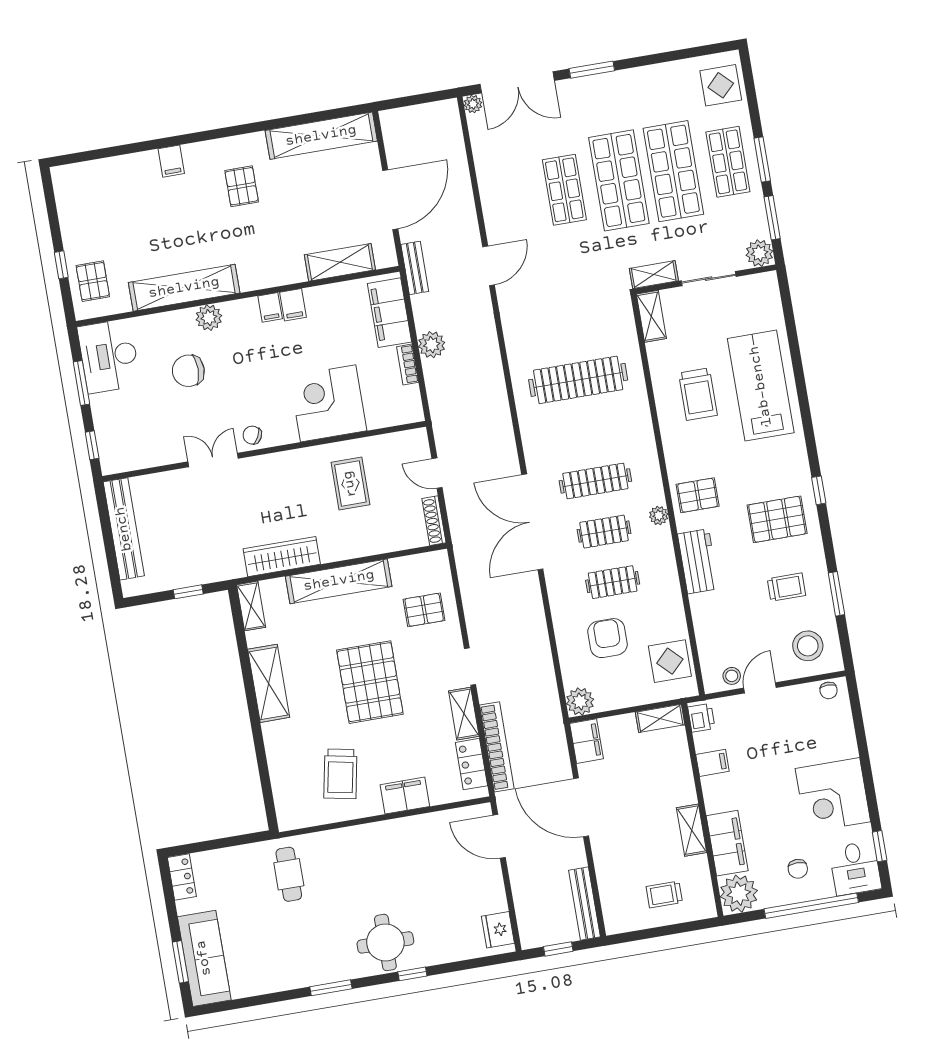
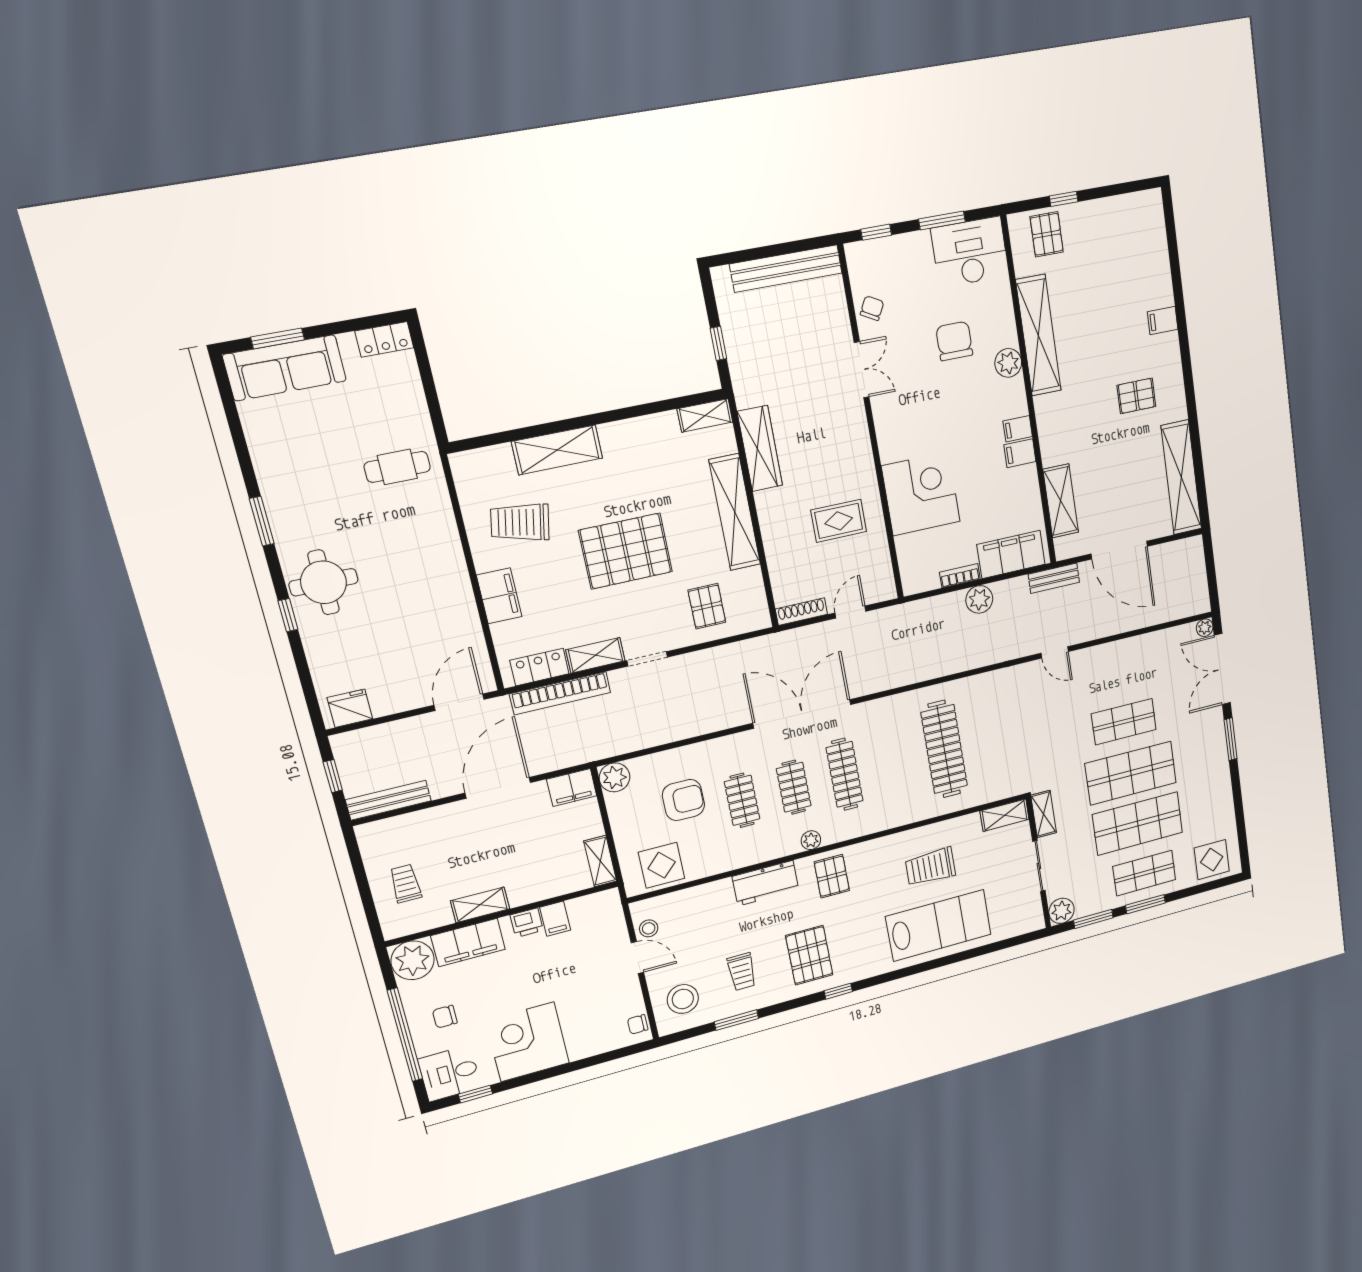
door: (489, 266) -> (1055, 652), width x0.73
pallet: (93, 281) -> (1047, 234), turned 90
chair: (252, 435) -> (872, 308), moved
shelving: (269, 683) -> (557, 450), moved
printer: (701, 718) -> (527, 923), moved

